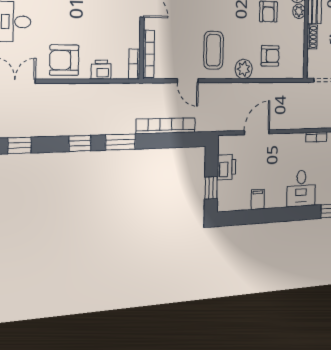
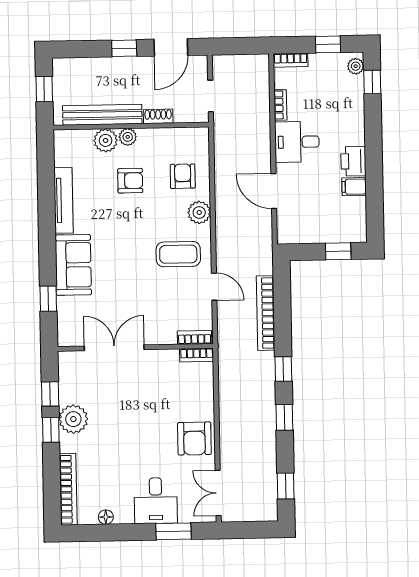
bookcase: (149, 54) -> (195, 337), width x0.64
printer: (101, 70) -> (204, 395), removed
door: (188, 81) -> (214, 287), hinge flipped
window: (120, 142) -> (283, 369), width x0.67
printer: (227, 167) -> (353, 161), moved, turned -90
desk: (301, 188) -> (297, 142), moved, turned 180

